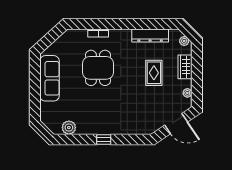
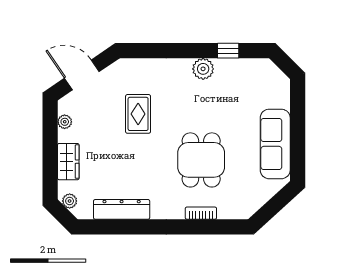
rug: (154, 73) -> (138, 114), moved
plant: (69, 128) -> (203, 69), moved
window: (104, 139) -> (228, 51), moved

